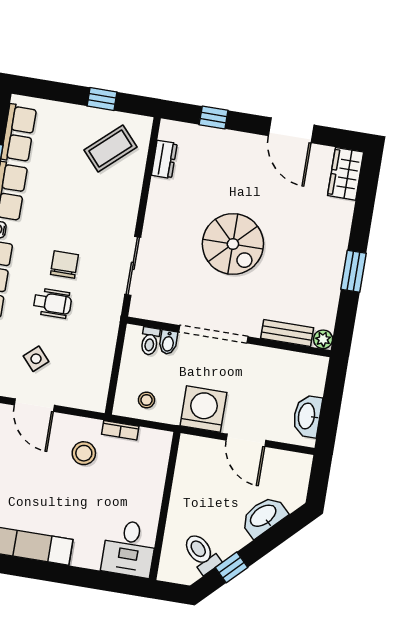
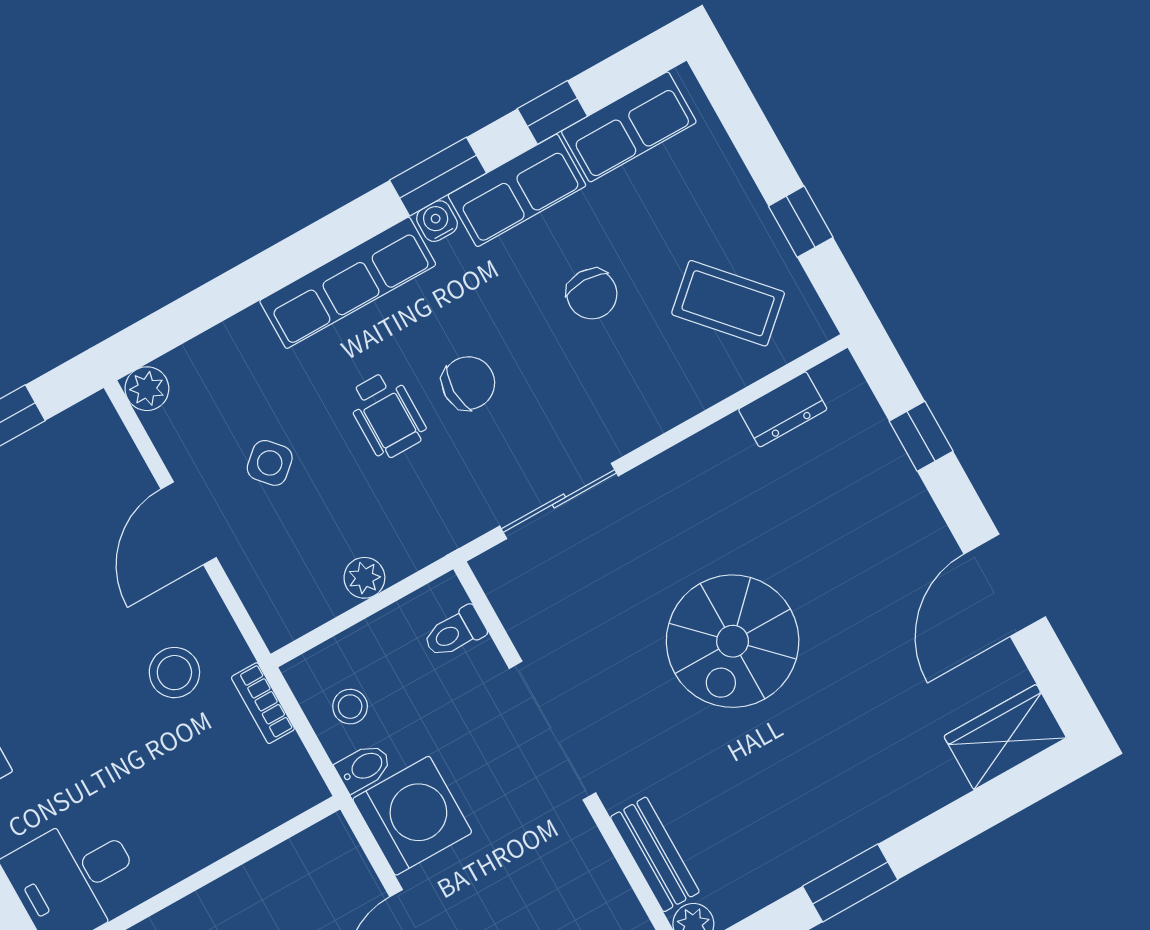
chair: (68, 195) -> (592, 294), added
bidet: (168, 342) -> (364, 768), moved, turned 180
plant: (104, 358) -> (364, 578), added

